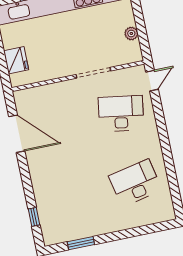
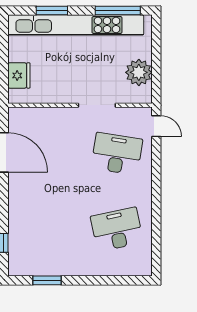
plant: (131, 33) -> (139, 72), width x1.88, depth x1.88
door: (152, 81) -> (156, 126), hinge flipped

